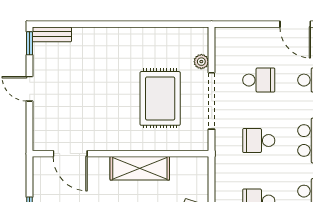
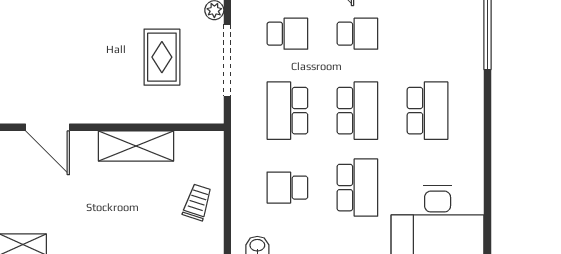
rug: (160, 98) -> (162, 57), width x0.73, depth x0.70
school desk: (259, 141) -> (287, 111), width x1.85

